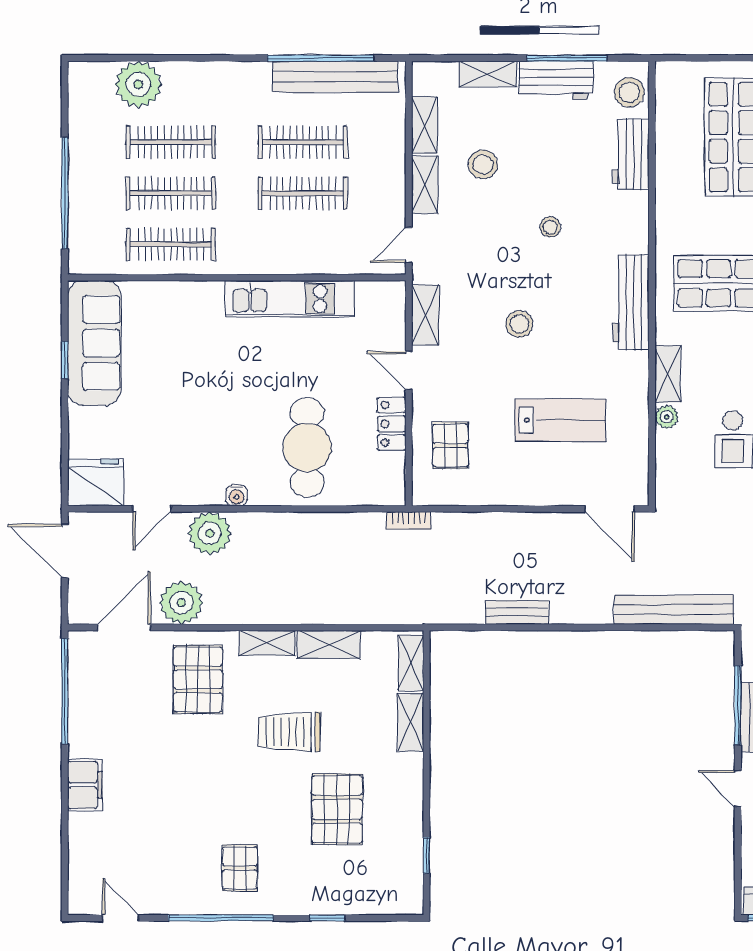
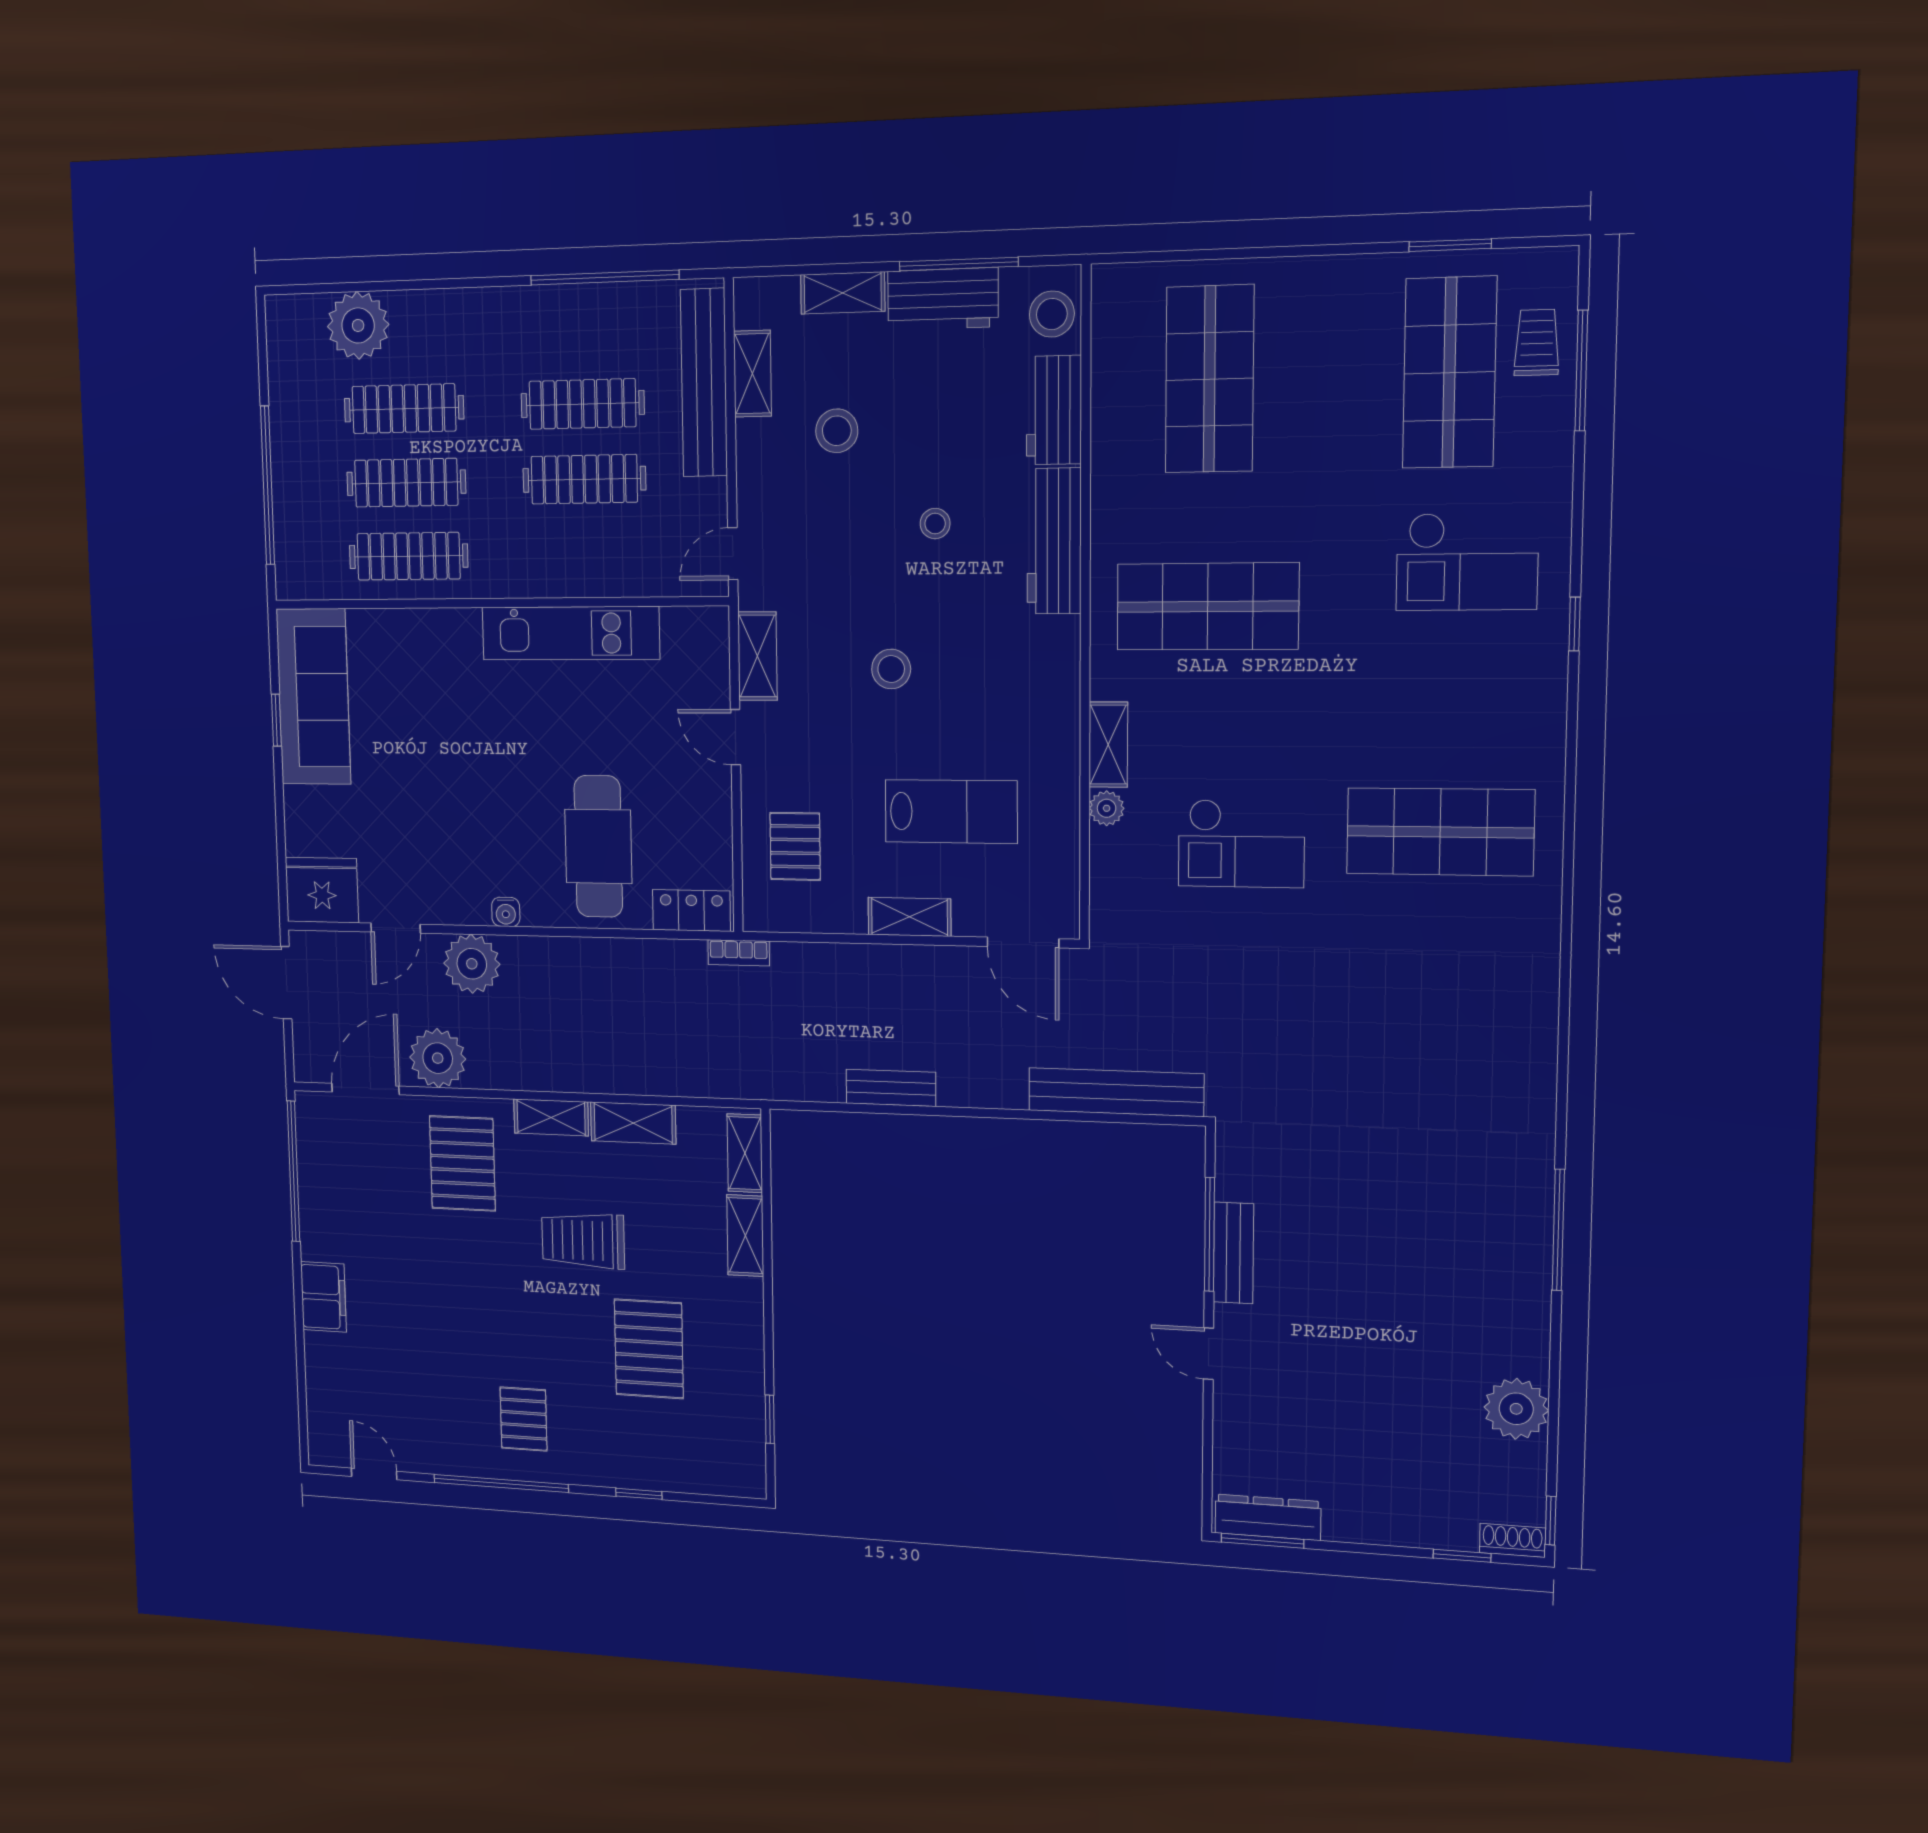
bench: (335, 77) -> (704, 383), moved, turned 90
shelving: (425, 185) -> (910, 917), moved, turned 90
workbench: (631, 302) -> (1054, 541), moved
locker: (392, 424) -> (691, 910), moved, turned 90

